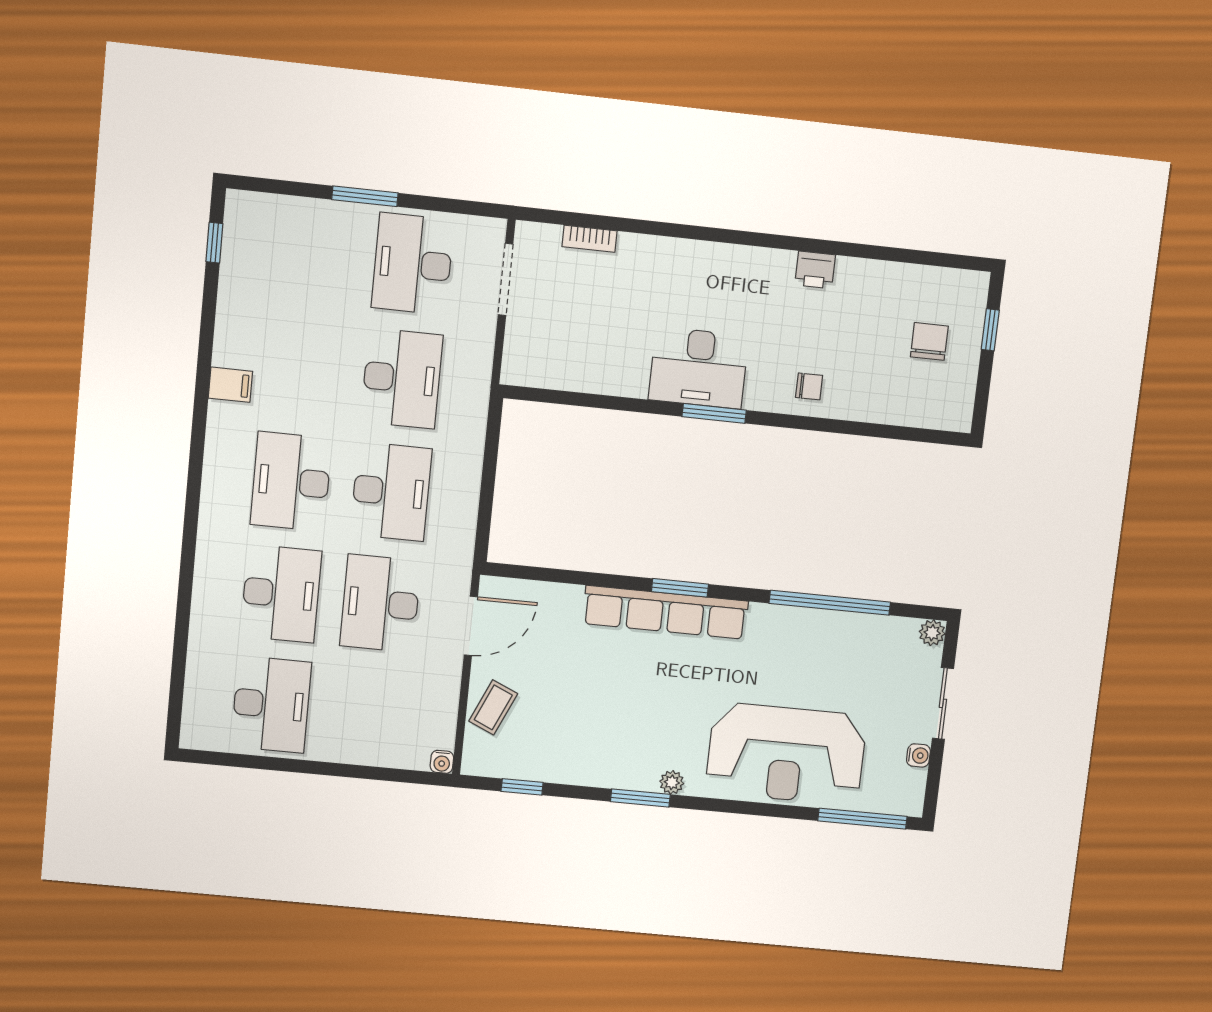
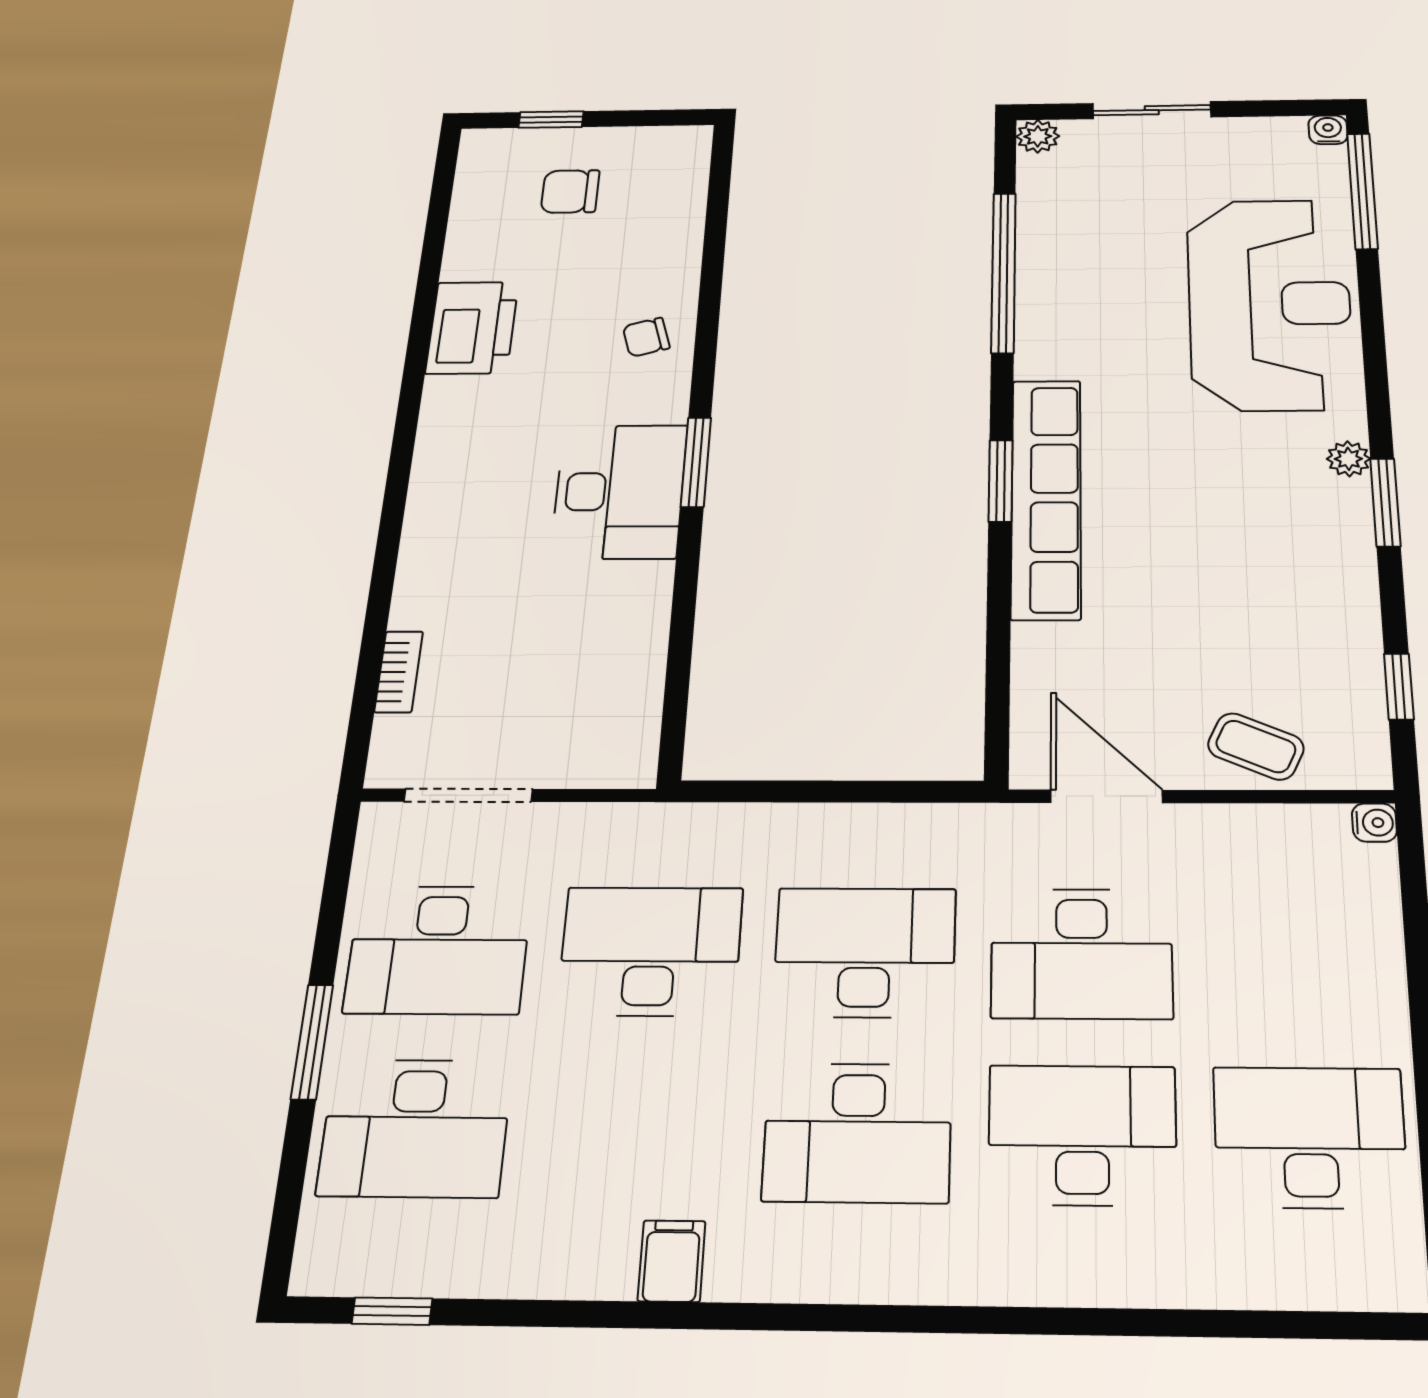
desk: (312, 253) -> (415, 1128), added
printer: (815, 270) -> (472, 328), width x1.87, depth x1.48
chair: (809, 386) -> (646, 337), turned -106
water cooler: (918, 755) -> (1328, 130), moved

